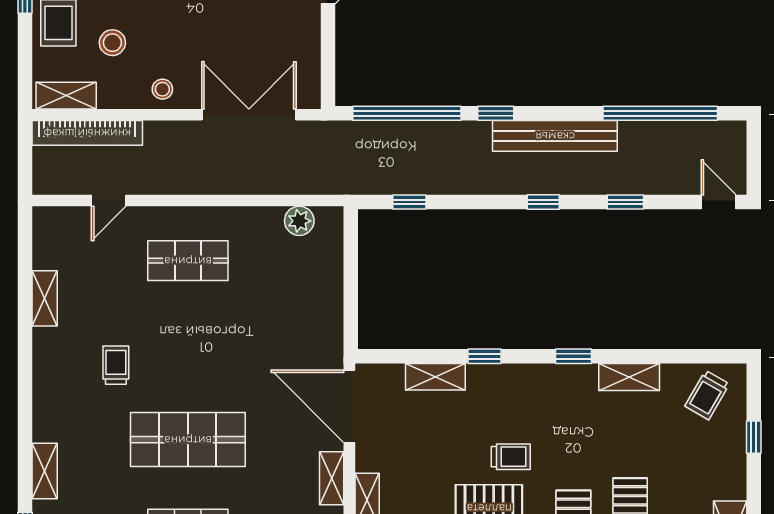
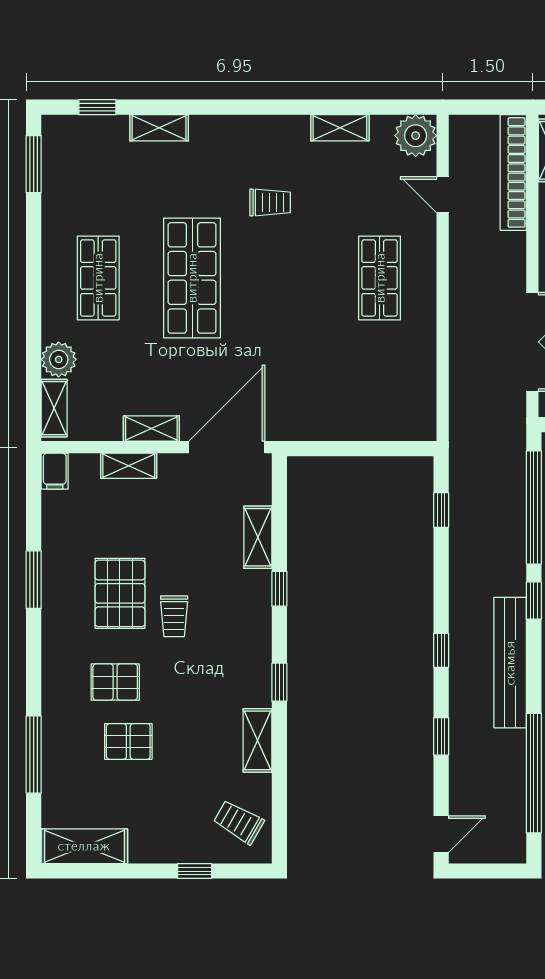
plant: (299, 221) -> (416, 136), moved, width x1.36, depth x1.36

